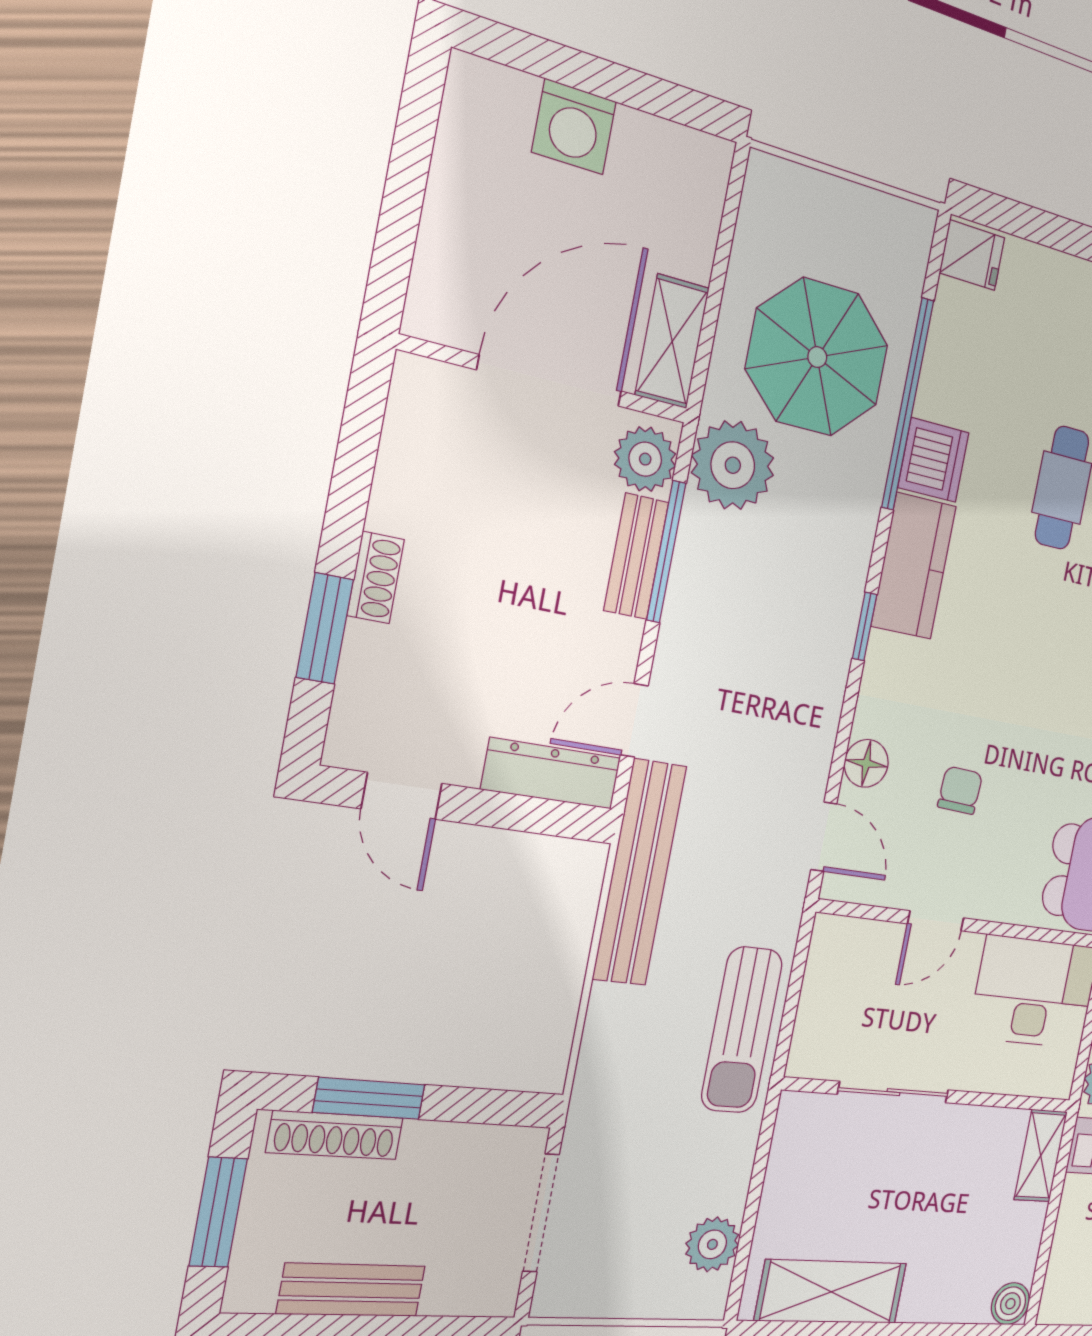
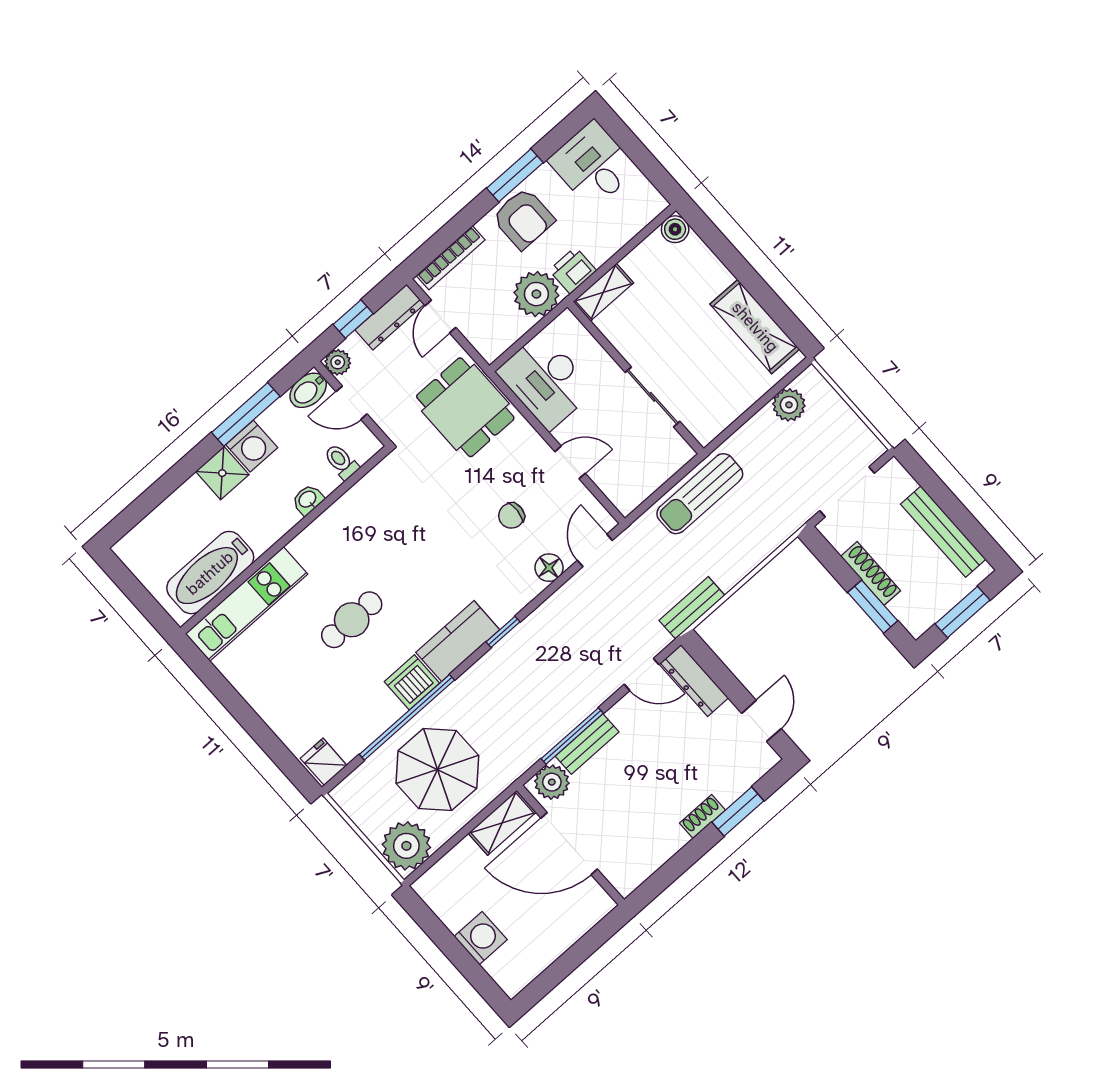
plant: (733, 465) -> (406, 846), moved
bench: (639, 873) -> (692, 608), width x0.54, depth x0.82
sun lounger: (742, 1030) -> (700, 494), turned 180
shoe rack: (335, 1135) -> (870, 573), moved
bench: (351, 1290) -> (943, 532), width x1.36

